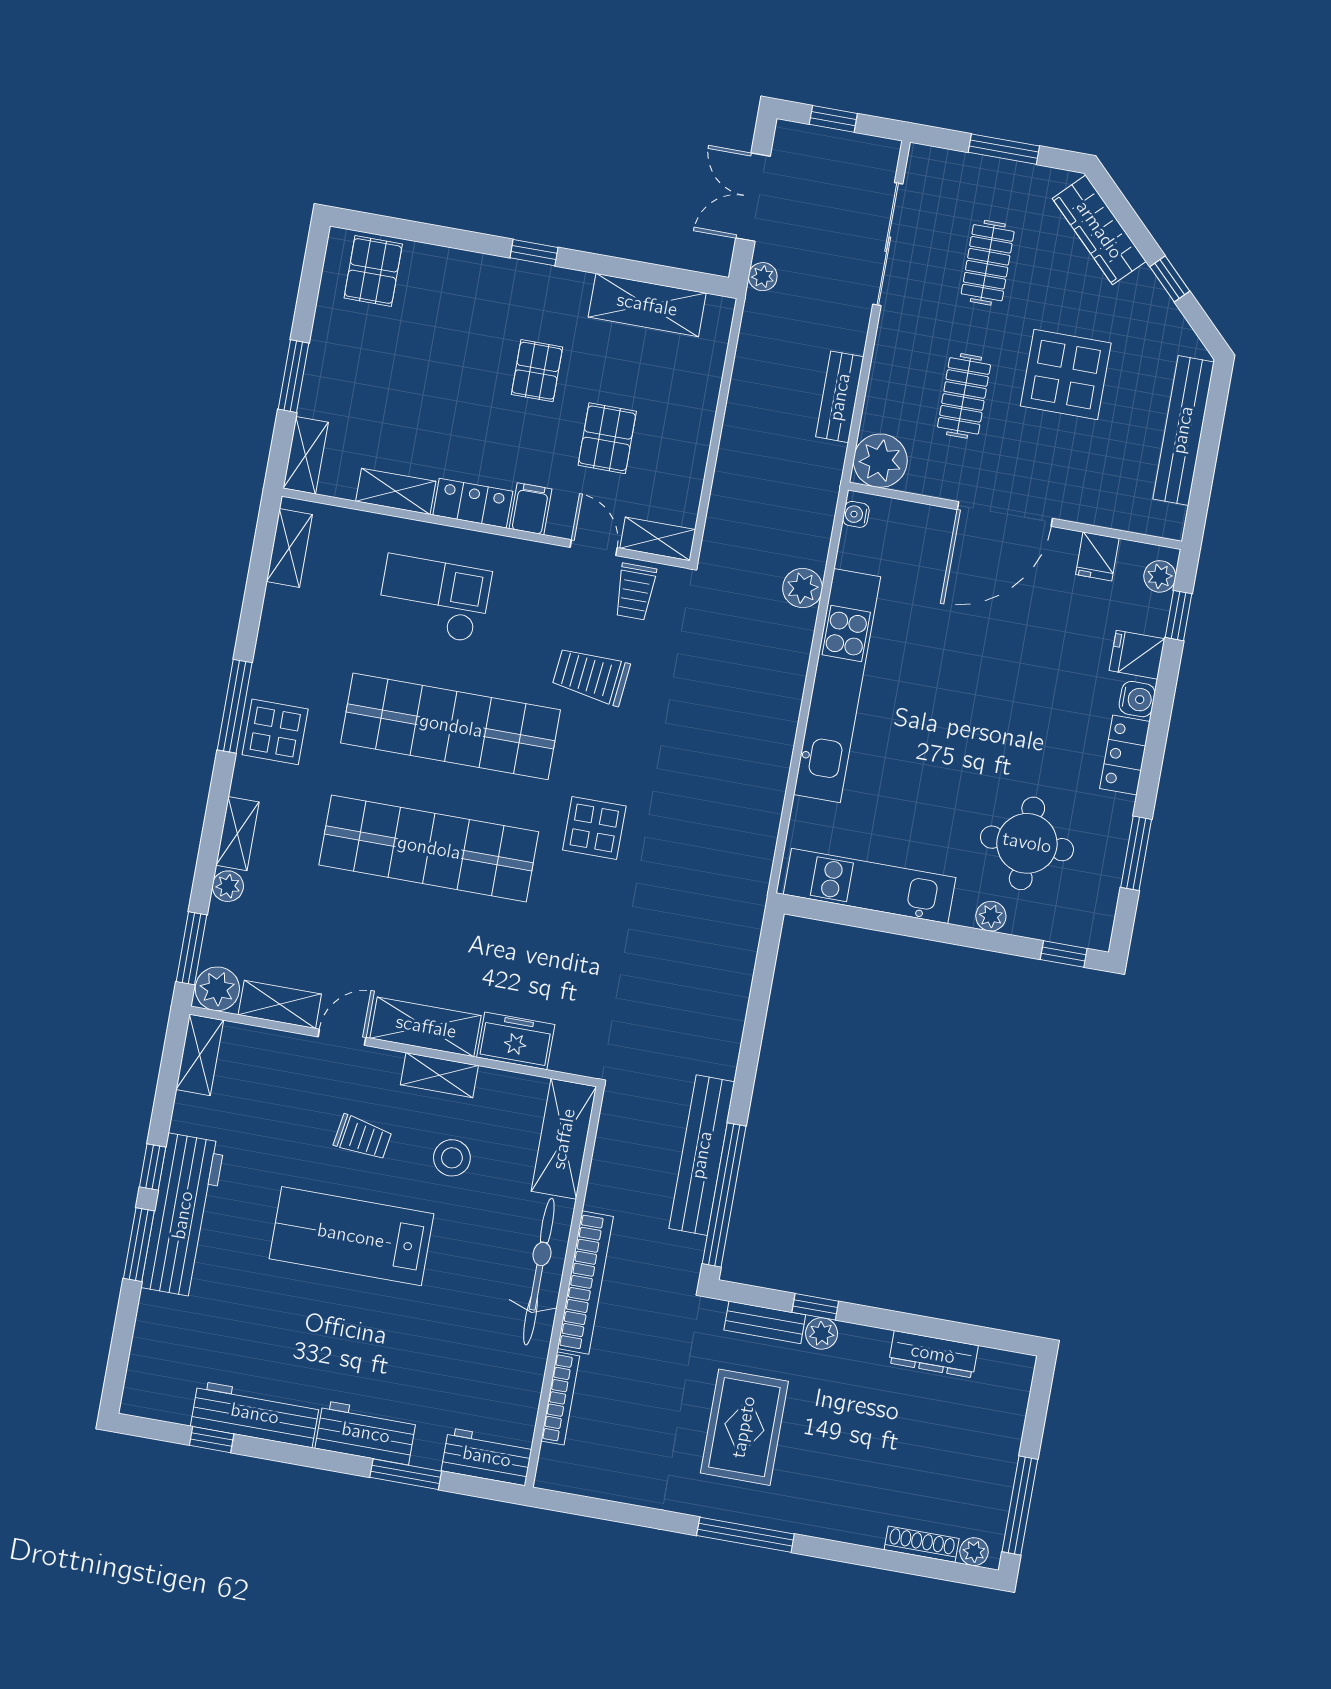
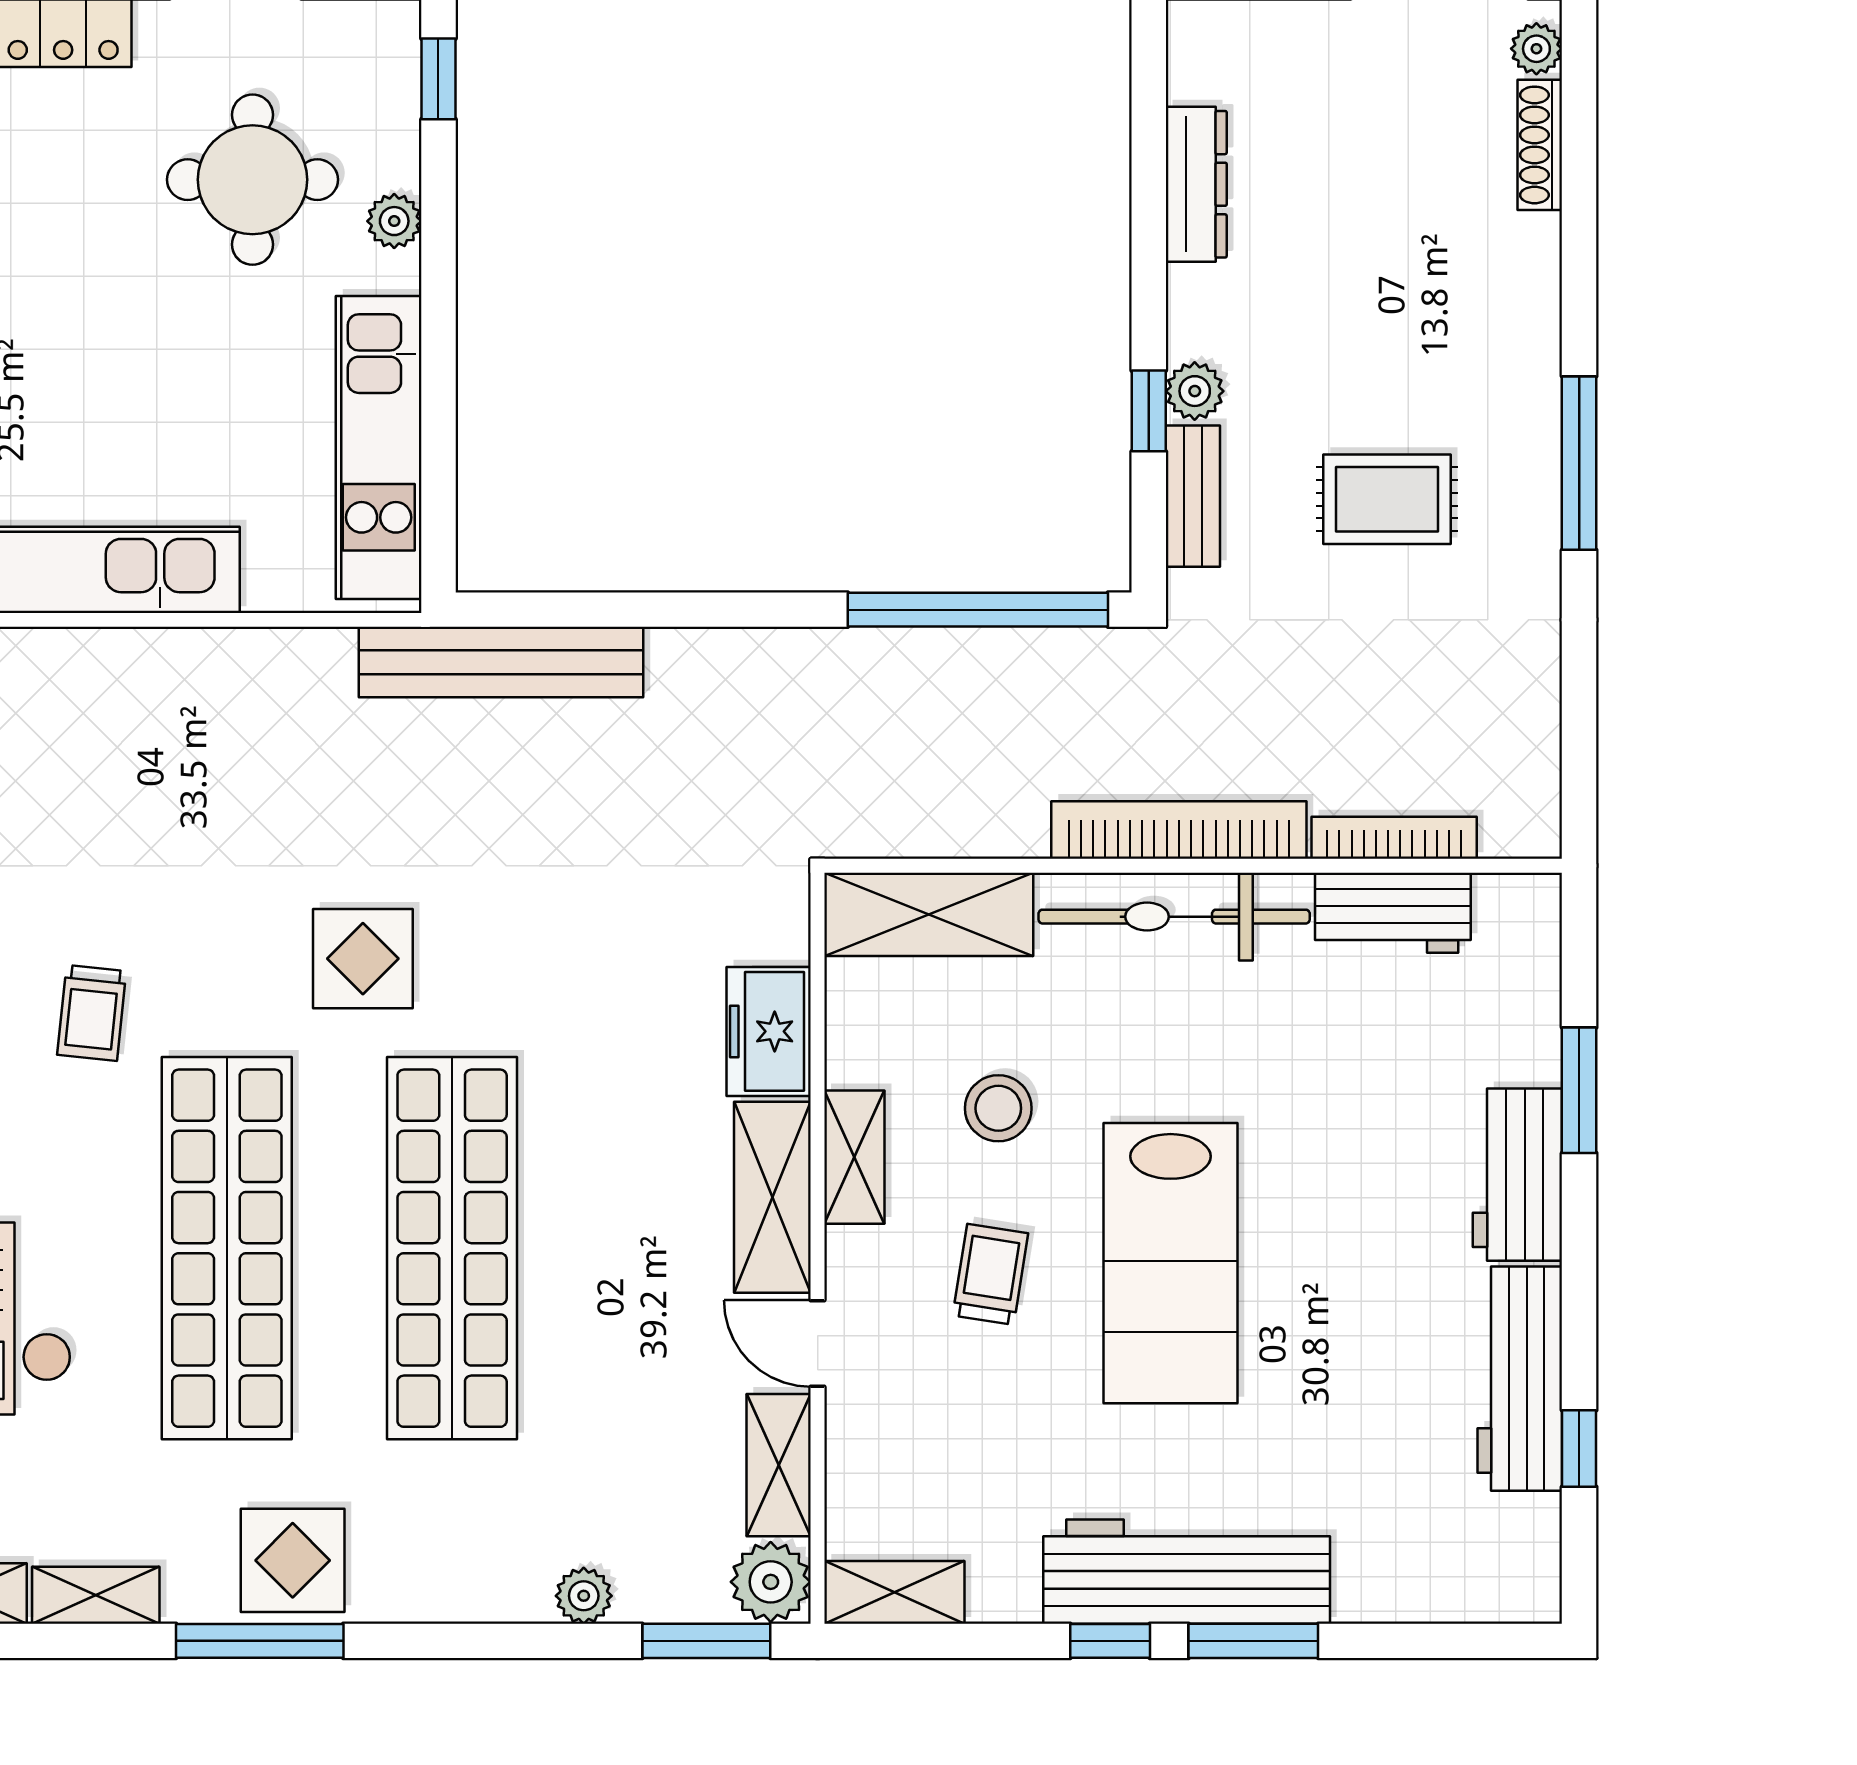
trolley: (591, 676) -> (92, 1013), width x0.73, depth x0.72
shelving: (238, 834) -> (96, 1595), moved
bench: (702, 1155) -> (501, 662), moved
rug: (744, 1427) -> (1387, 499), width x0.73, depth x0.70
workbench: (487, 1457) -> (1393, 913), moved, turned -90

